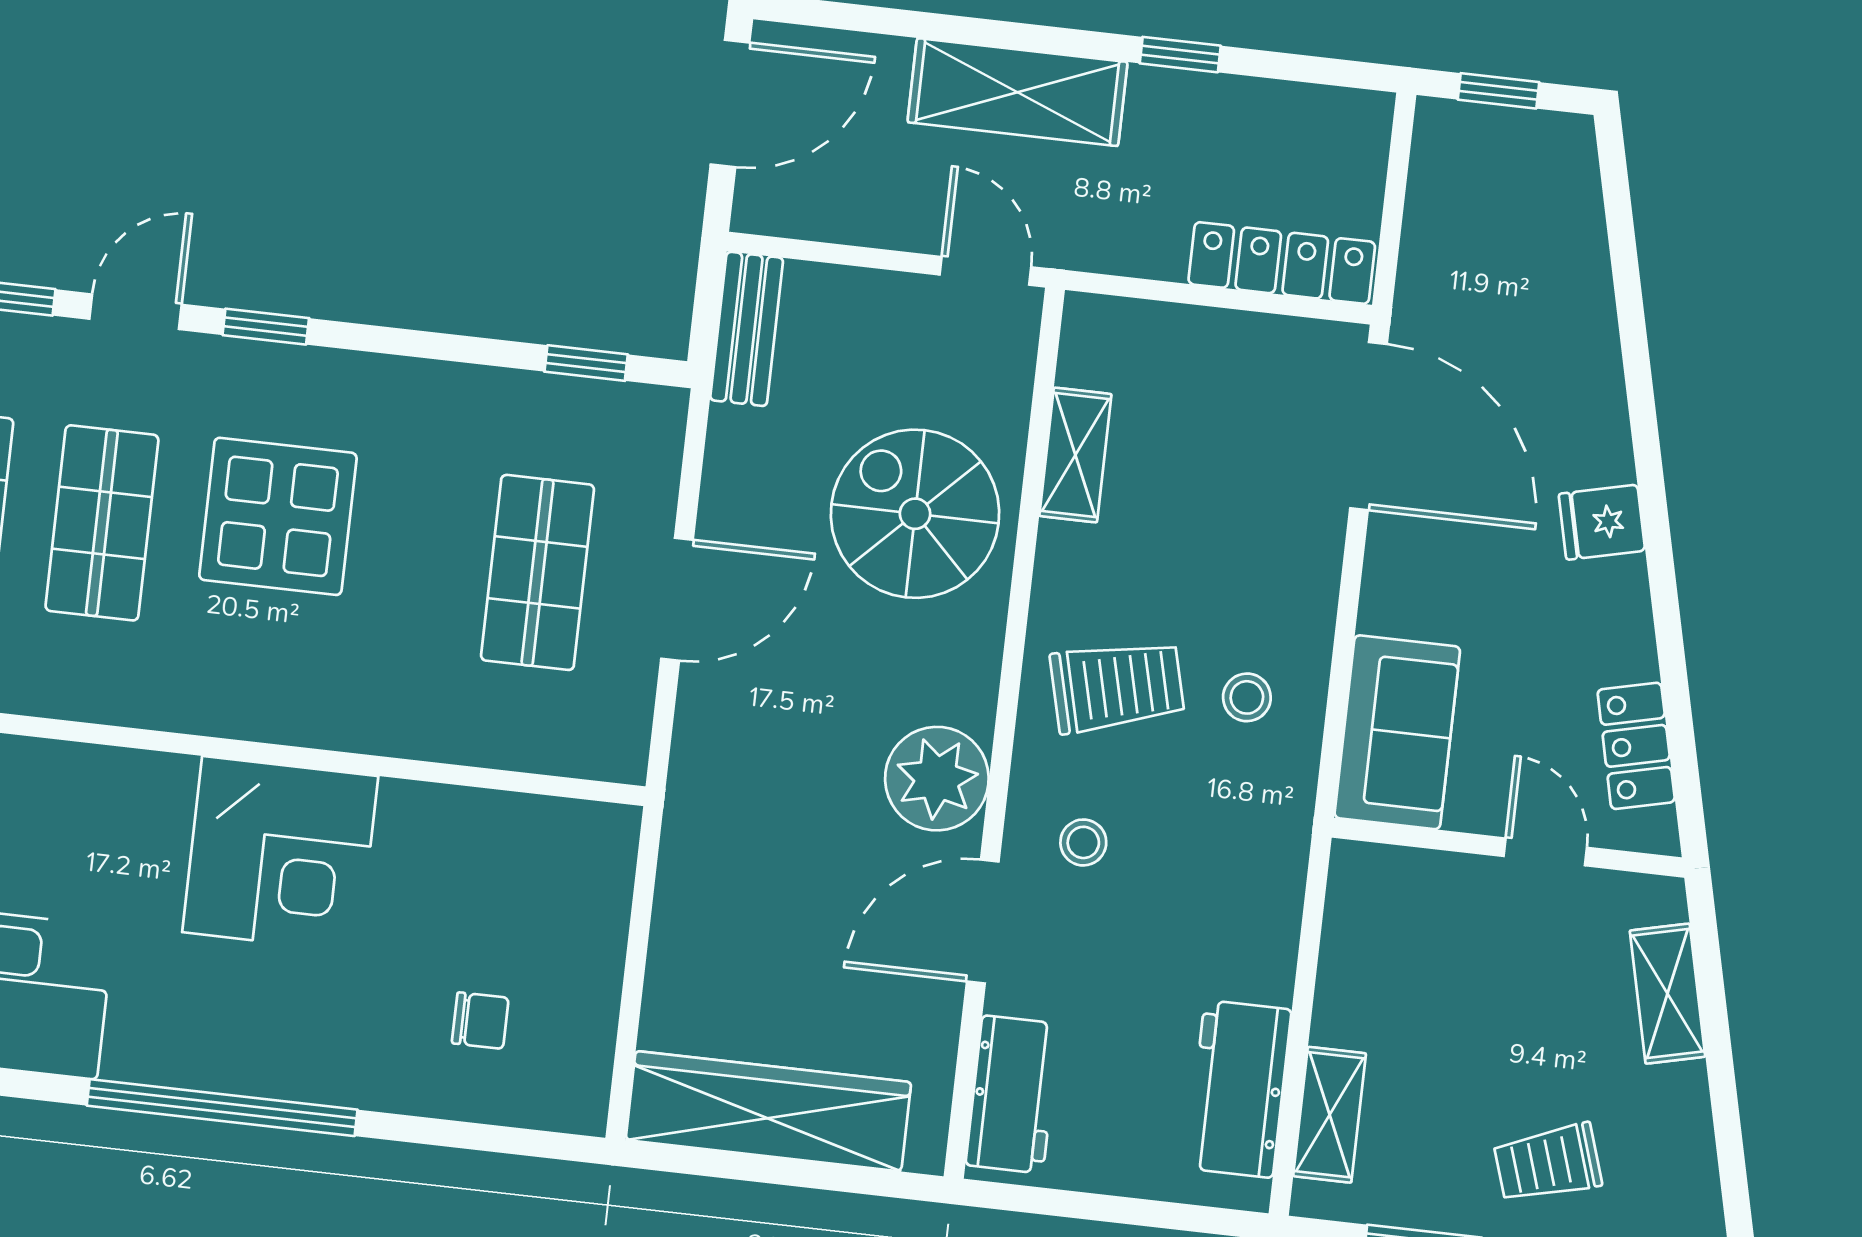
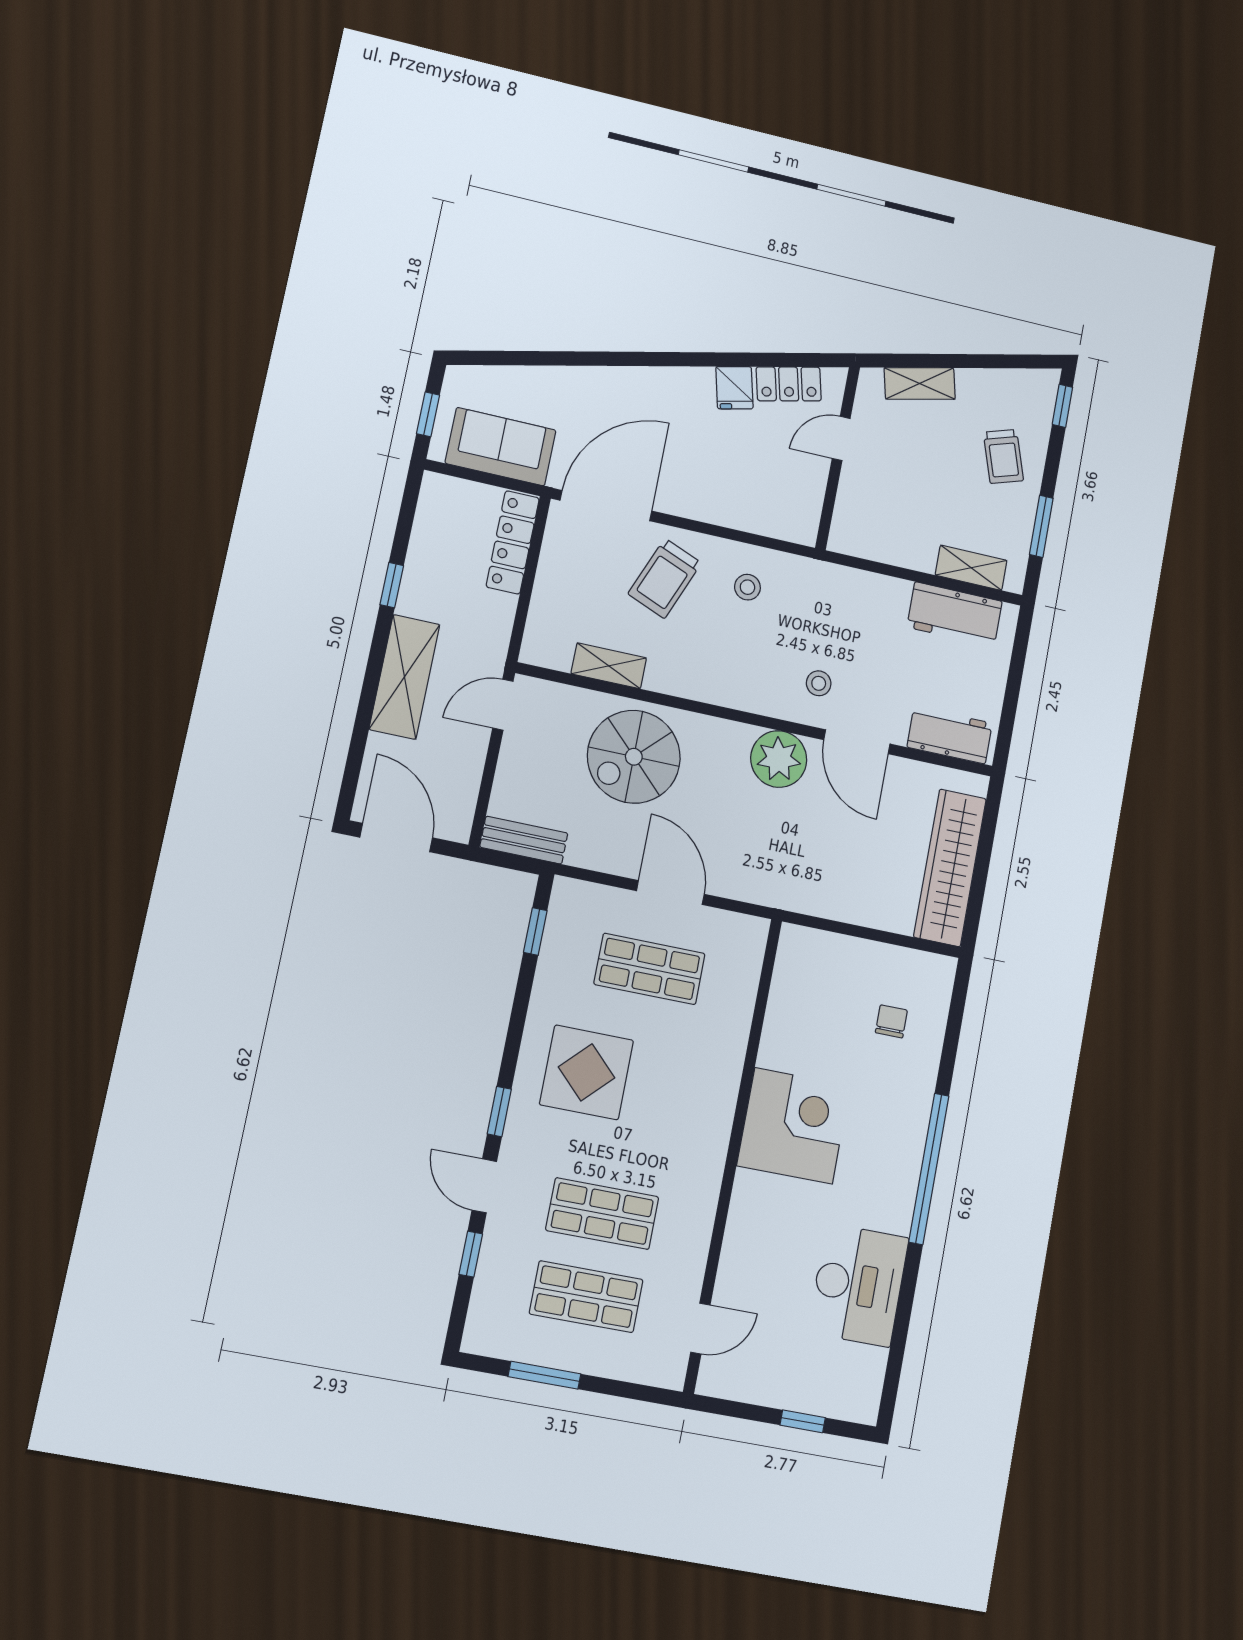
display table: (278, 516) -> (586, 1072), moved
fridge: (1602, 522) -> (734, 388), moved
trolley: (1117, 686) -> (665, 578), moved, turned -144
sofa: (1397, 732) -> (501, 447), moved

